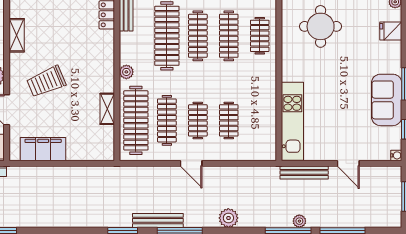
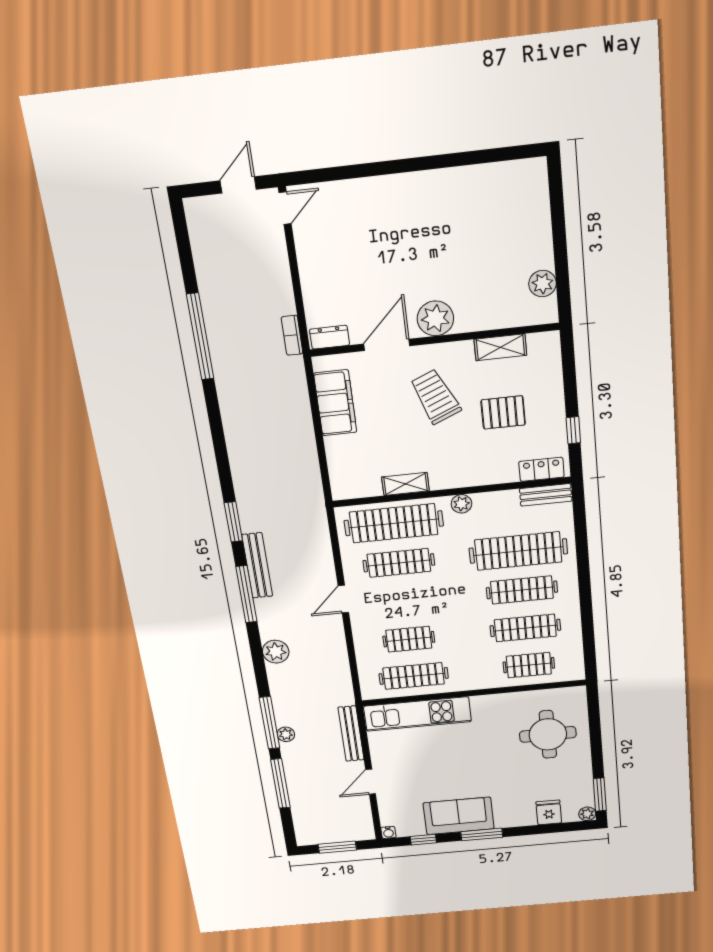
pallet: (62, 37) -> (503, 412), added
clothes rail: (198, 120) -> (414, 676), moved, width x1.36

